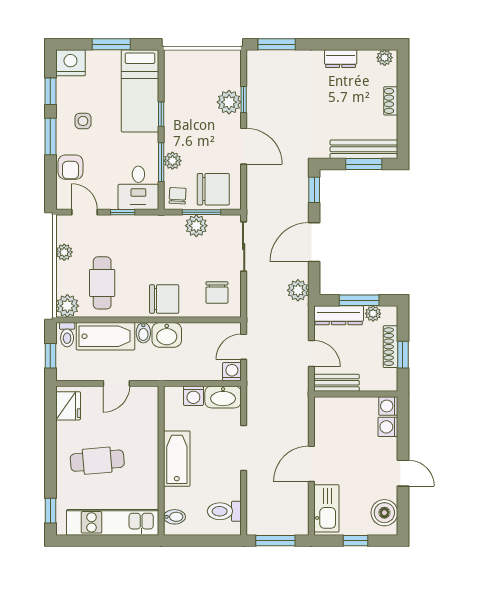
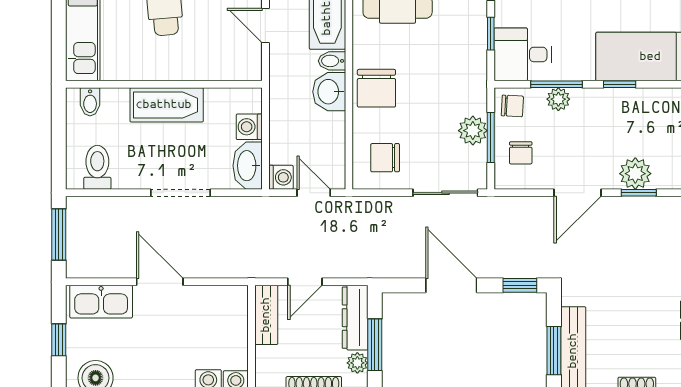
chair: (213, 189) -> (521, 153), width x0.54, depth x0.54
plant: (298, 290) -> (388, 264), removed

